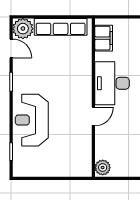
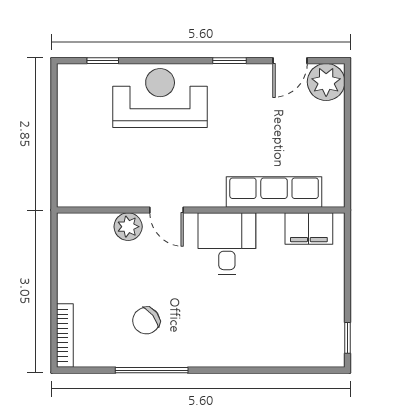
row of seats: (61, 27) -> (274, 192), moved, turned 90
desk: (112, 83) -> (227, 244), width x0.73
plant: (103, 168) -> (128, 227), moved

